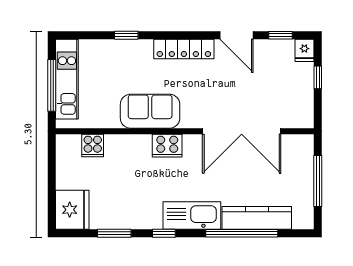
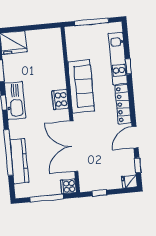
window: (318, 77) -> (99, 193), moved
kitchen unit: (67, 79) -> (118, 58), moved, turned 90
sofa: (150, 111) -> (81, 86), width x1.36
cooker: (93, 146) -> (68, 186), moved
kitchen sink: (192, 216) -> (15, 100), moved

